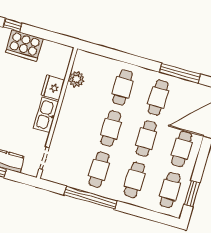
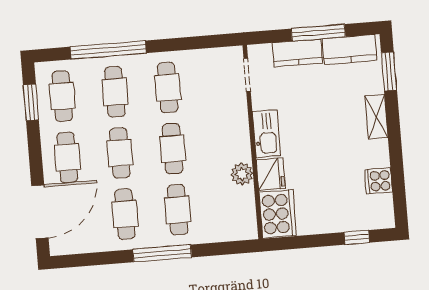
cooker: (24, 46) -> (278, 214), moved, turned 90
window: (180, 73) -> (162, 253), moved
plant: (76, 79) -> (242, 174), moved
window: (90, 198) -> (108, 50), moved

